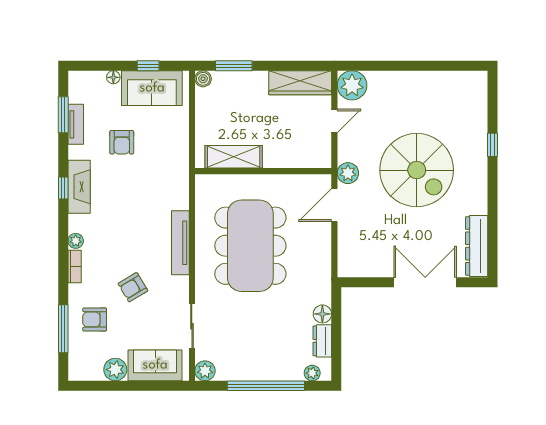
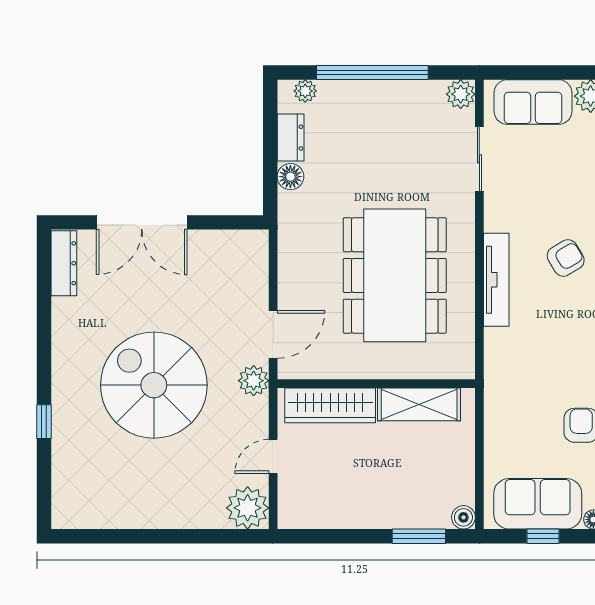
wardrobe: (300, 83) -> (330, 405), moved, turned 180
dresser: (477, 246) -> (64, 263), width x0.73, depth x0.80
armchair: (133, 287) -> (566, 258), moved

